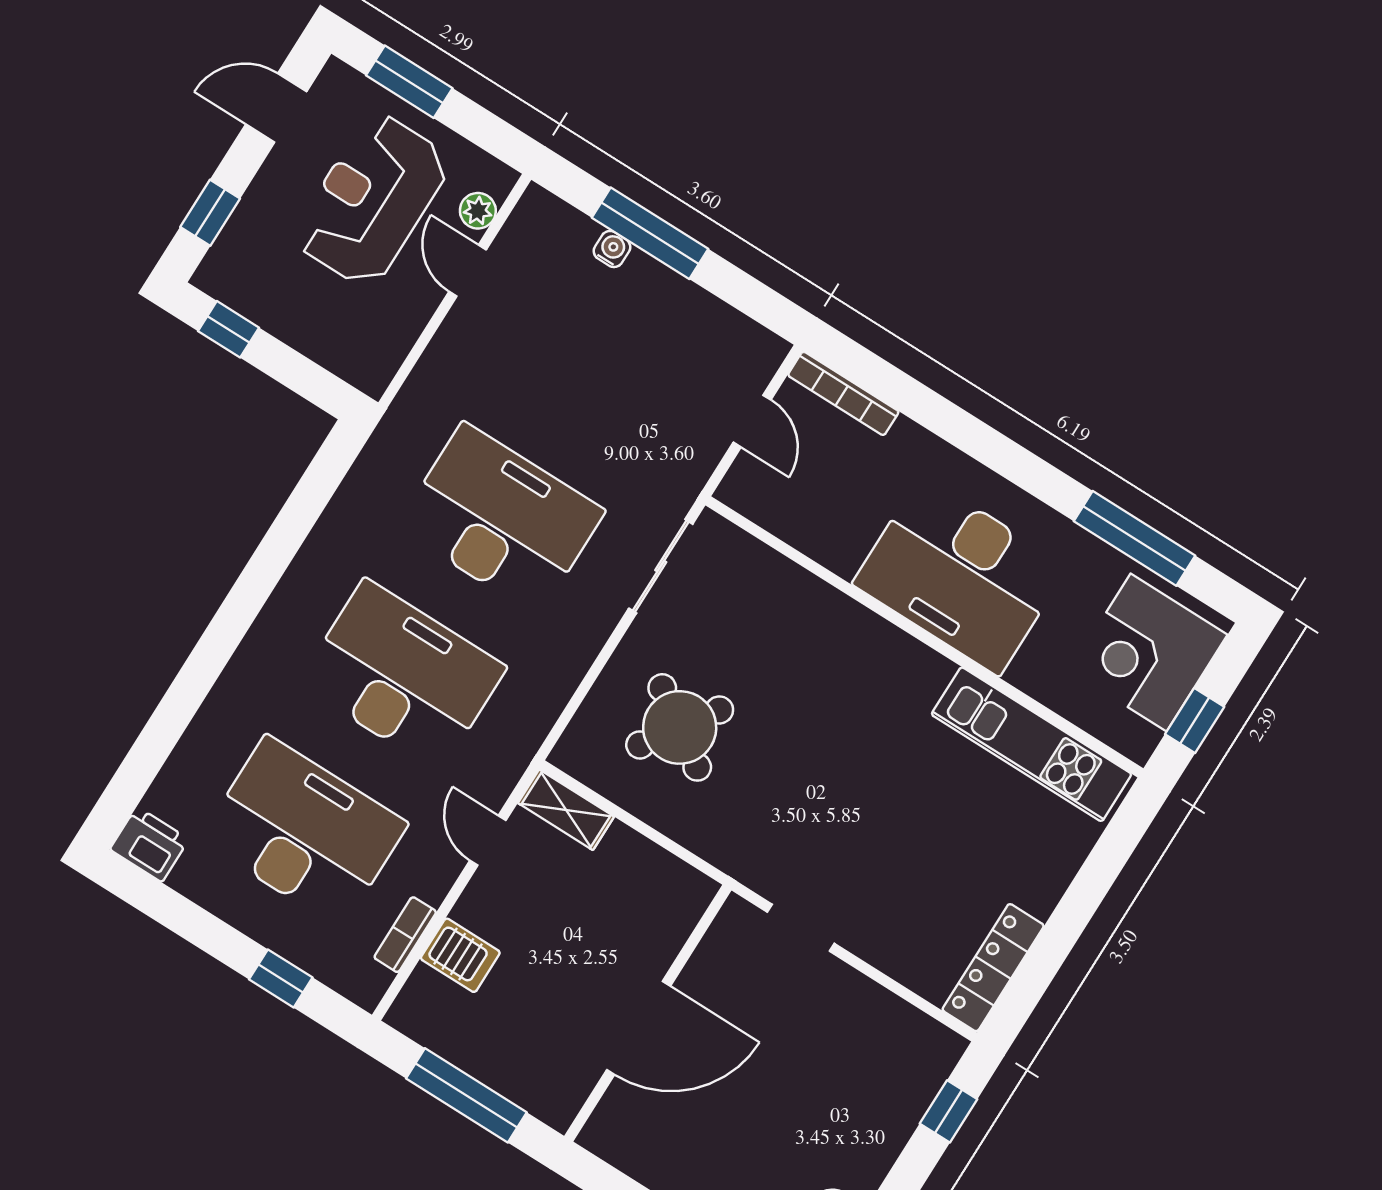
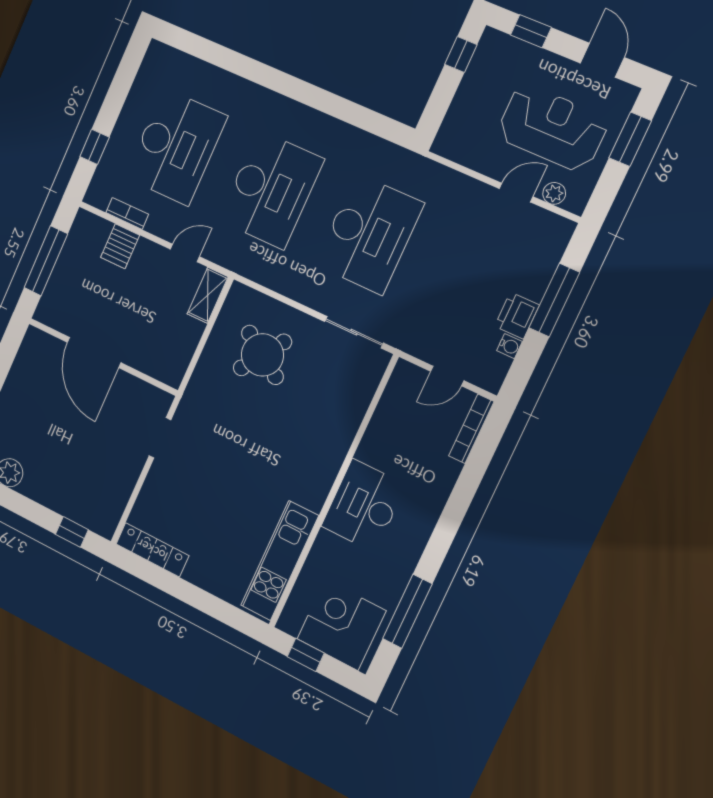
water cooler: (612, 249) -> (509, 346), moved
desk: (960, 575) -> (364, 506), width x0.73, depth x0.77
printer: (149, 844) -> (517, 316), moved, turned 180

